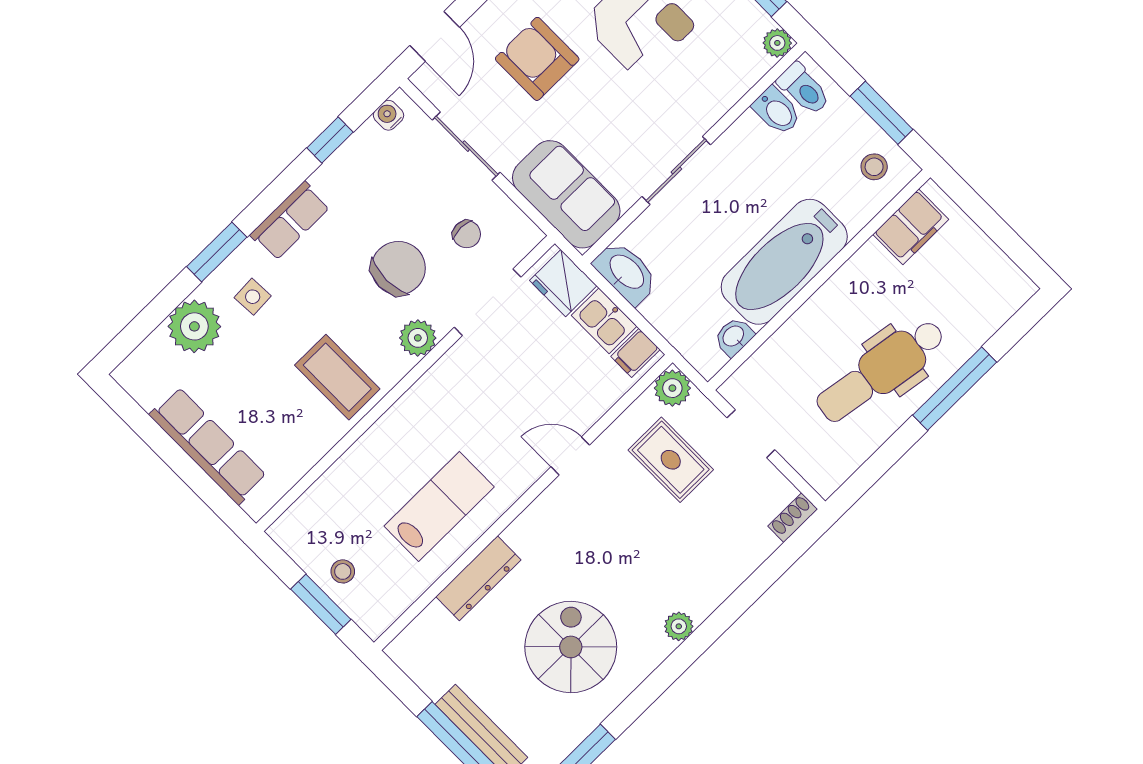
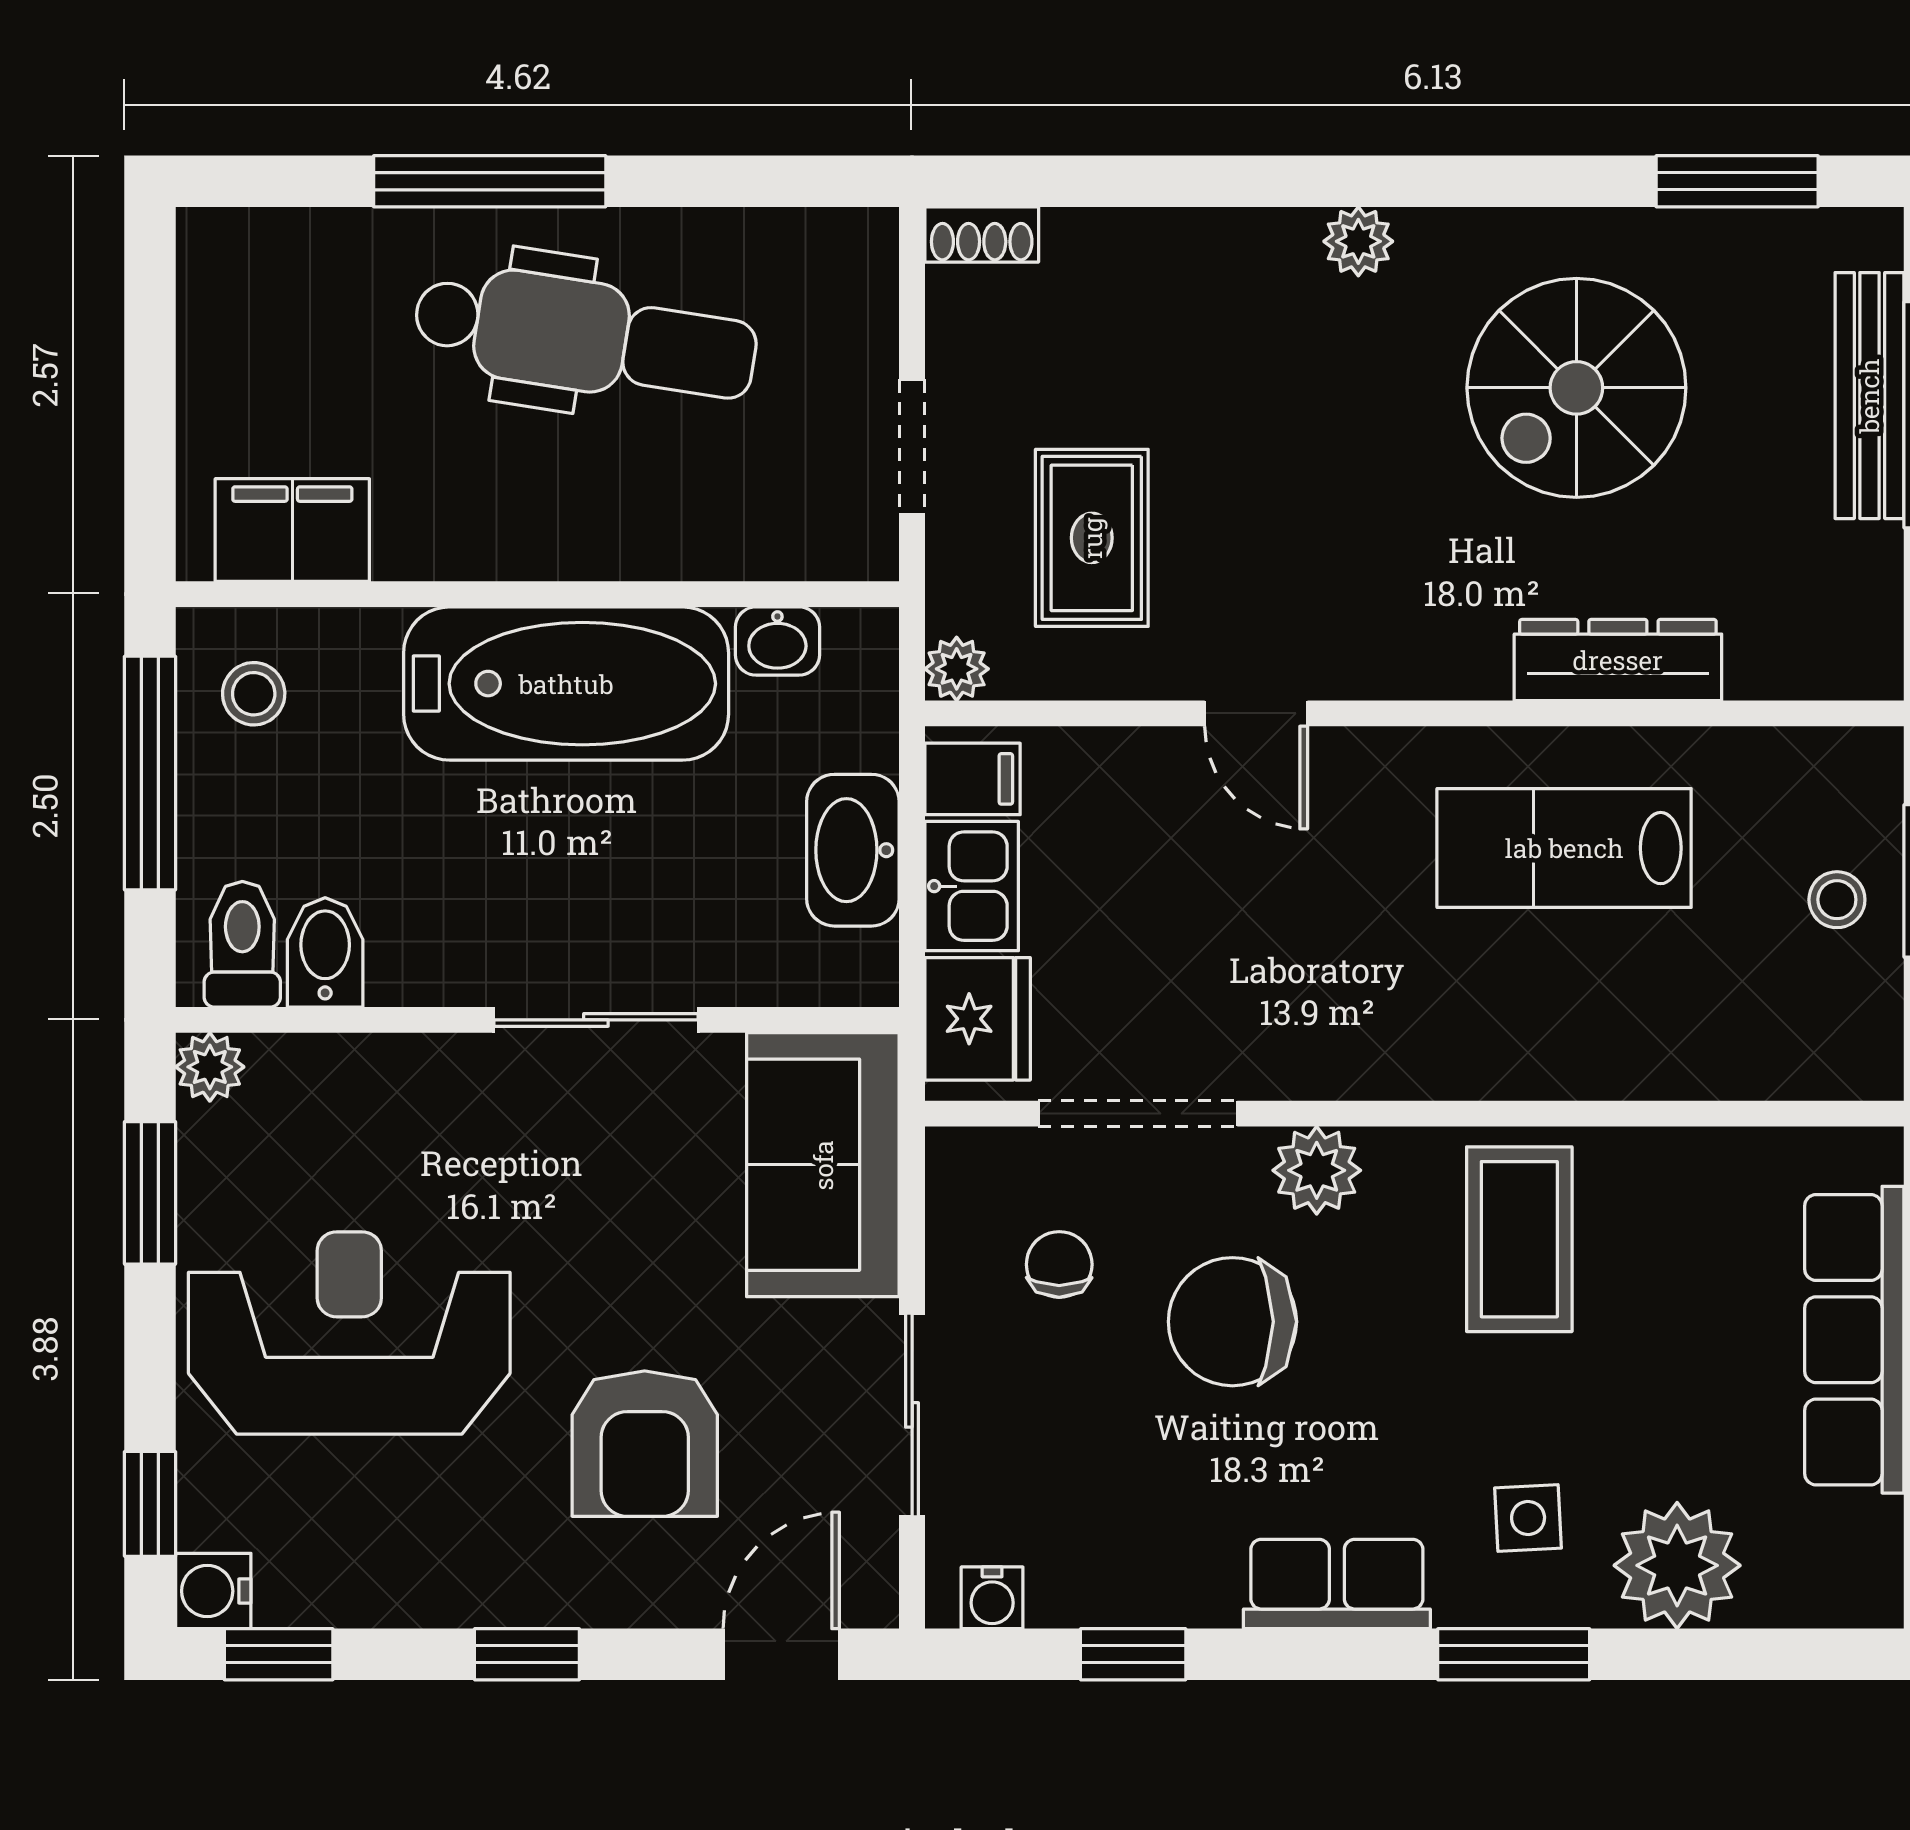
window: (882, 113) -> (150, 773), width x1.44
washbasin: (626, 272) -> (853, 850), moved
plant: (672, 388) -> (957, 669), width x0.73, depth x0.73

